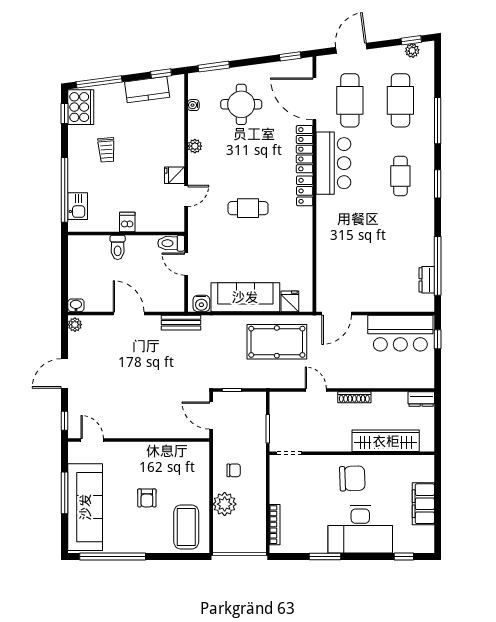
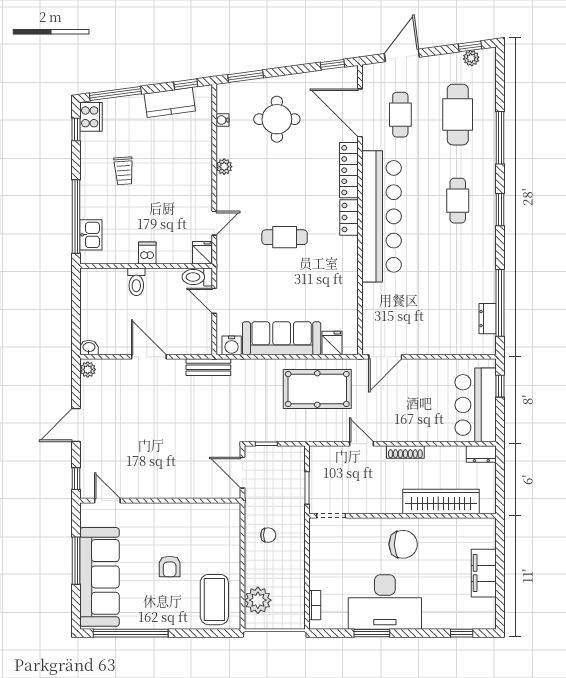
cafe table: (350, 100) -> (400, 115), width x0.73, depth x0.74
cooker: (81, 107) -> (91, 117), width x0.73, depth x0.76
bar counter: (333, 163) -> (382, 216), width x1.86
fridge: (174, 175) -> (202, 253), moved, turned 90
bar counter: (400, 333) -> (476, 405), moved, turned 90
plant: (225, 504) -> (258, 600), moved
bookcase: (275, 525) -> (315, 605), width x0.64
desk: (360, 529) -> (385, 602), moved

